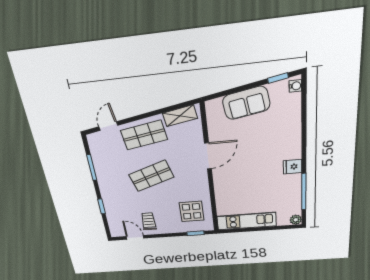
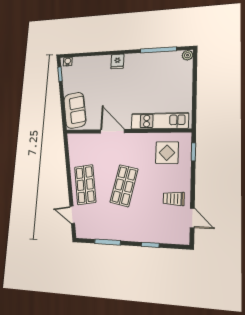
sofa: (246, 103) -> (75, 110), moved
shelving: (180, 116) -> (74, 151), removed
fridge: (293, 167) -> (117, 61), moved
shop shelf: (151, 176) -> (124, 186), turned 30
kitchen unit: (247, 221) -> (160, 121), moved, turned 90
door: (135, 237) -> (192, 218), swing flipped

